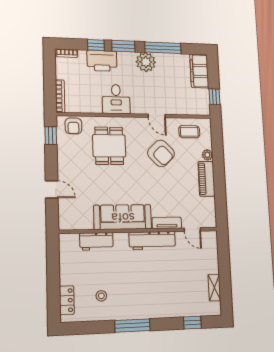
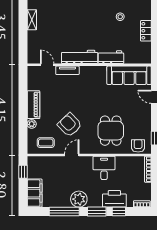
door: (157, 116) -> (72, 155), hinge flipped
sofa: (123, 217) -> (129, 75), moved
workbench: (96, 241) -> (111, 57), moved
locker: (67, 300) -> (146, 31), moved

